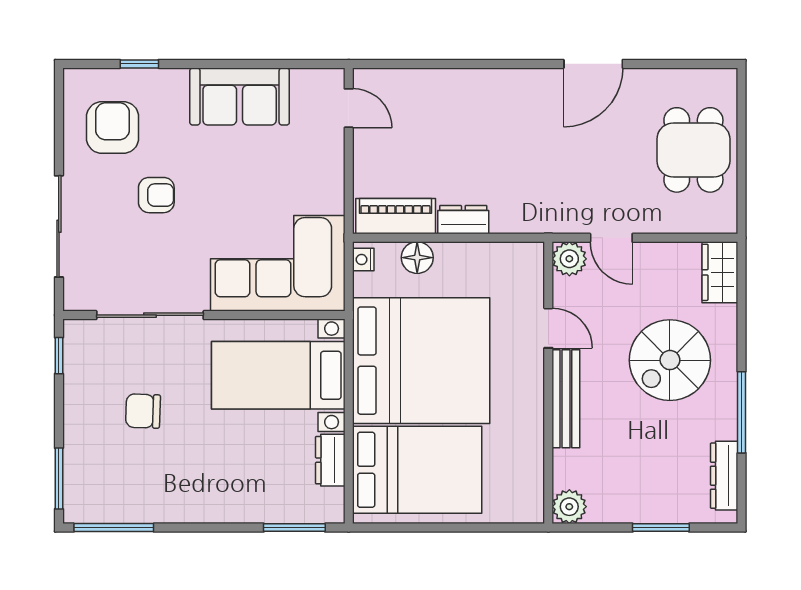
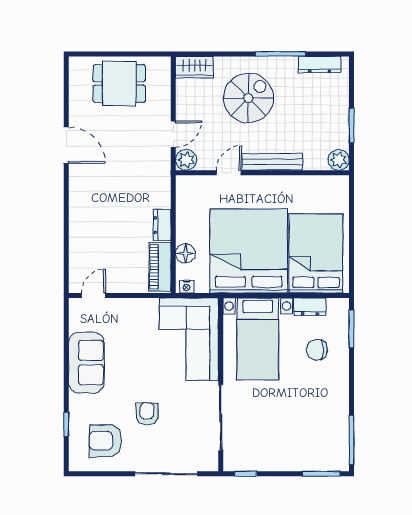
spiral stairs: (670, 360) -> (248, 98), turned -90
chair: (143, 411) -> (317, 350), moved, turned 88
window: (661, 528) -> (351, 126), moved

